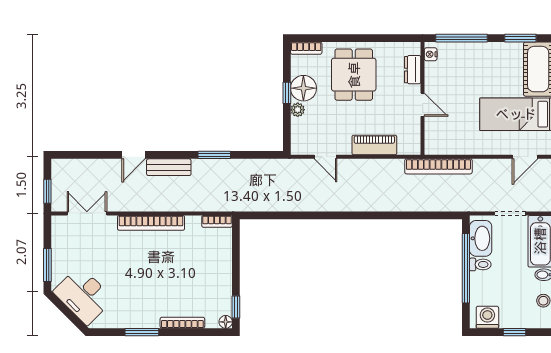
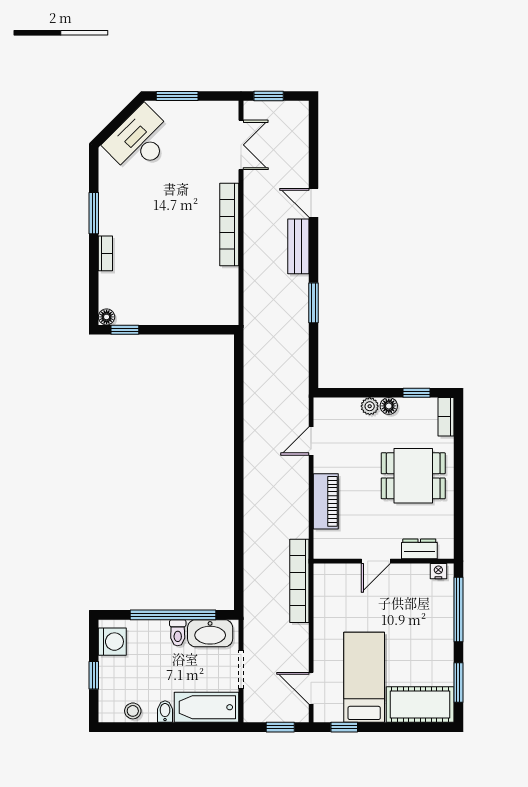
floor lamp: (303, 88) -> (389, 406), width x0.53, depth x0.53
window: (287, 93) -> (416, 393), moved
bookcase: (217, 221) -> (231, 306), removed
bookcase: (182, 323) -> (105, 253), width x0.64

